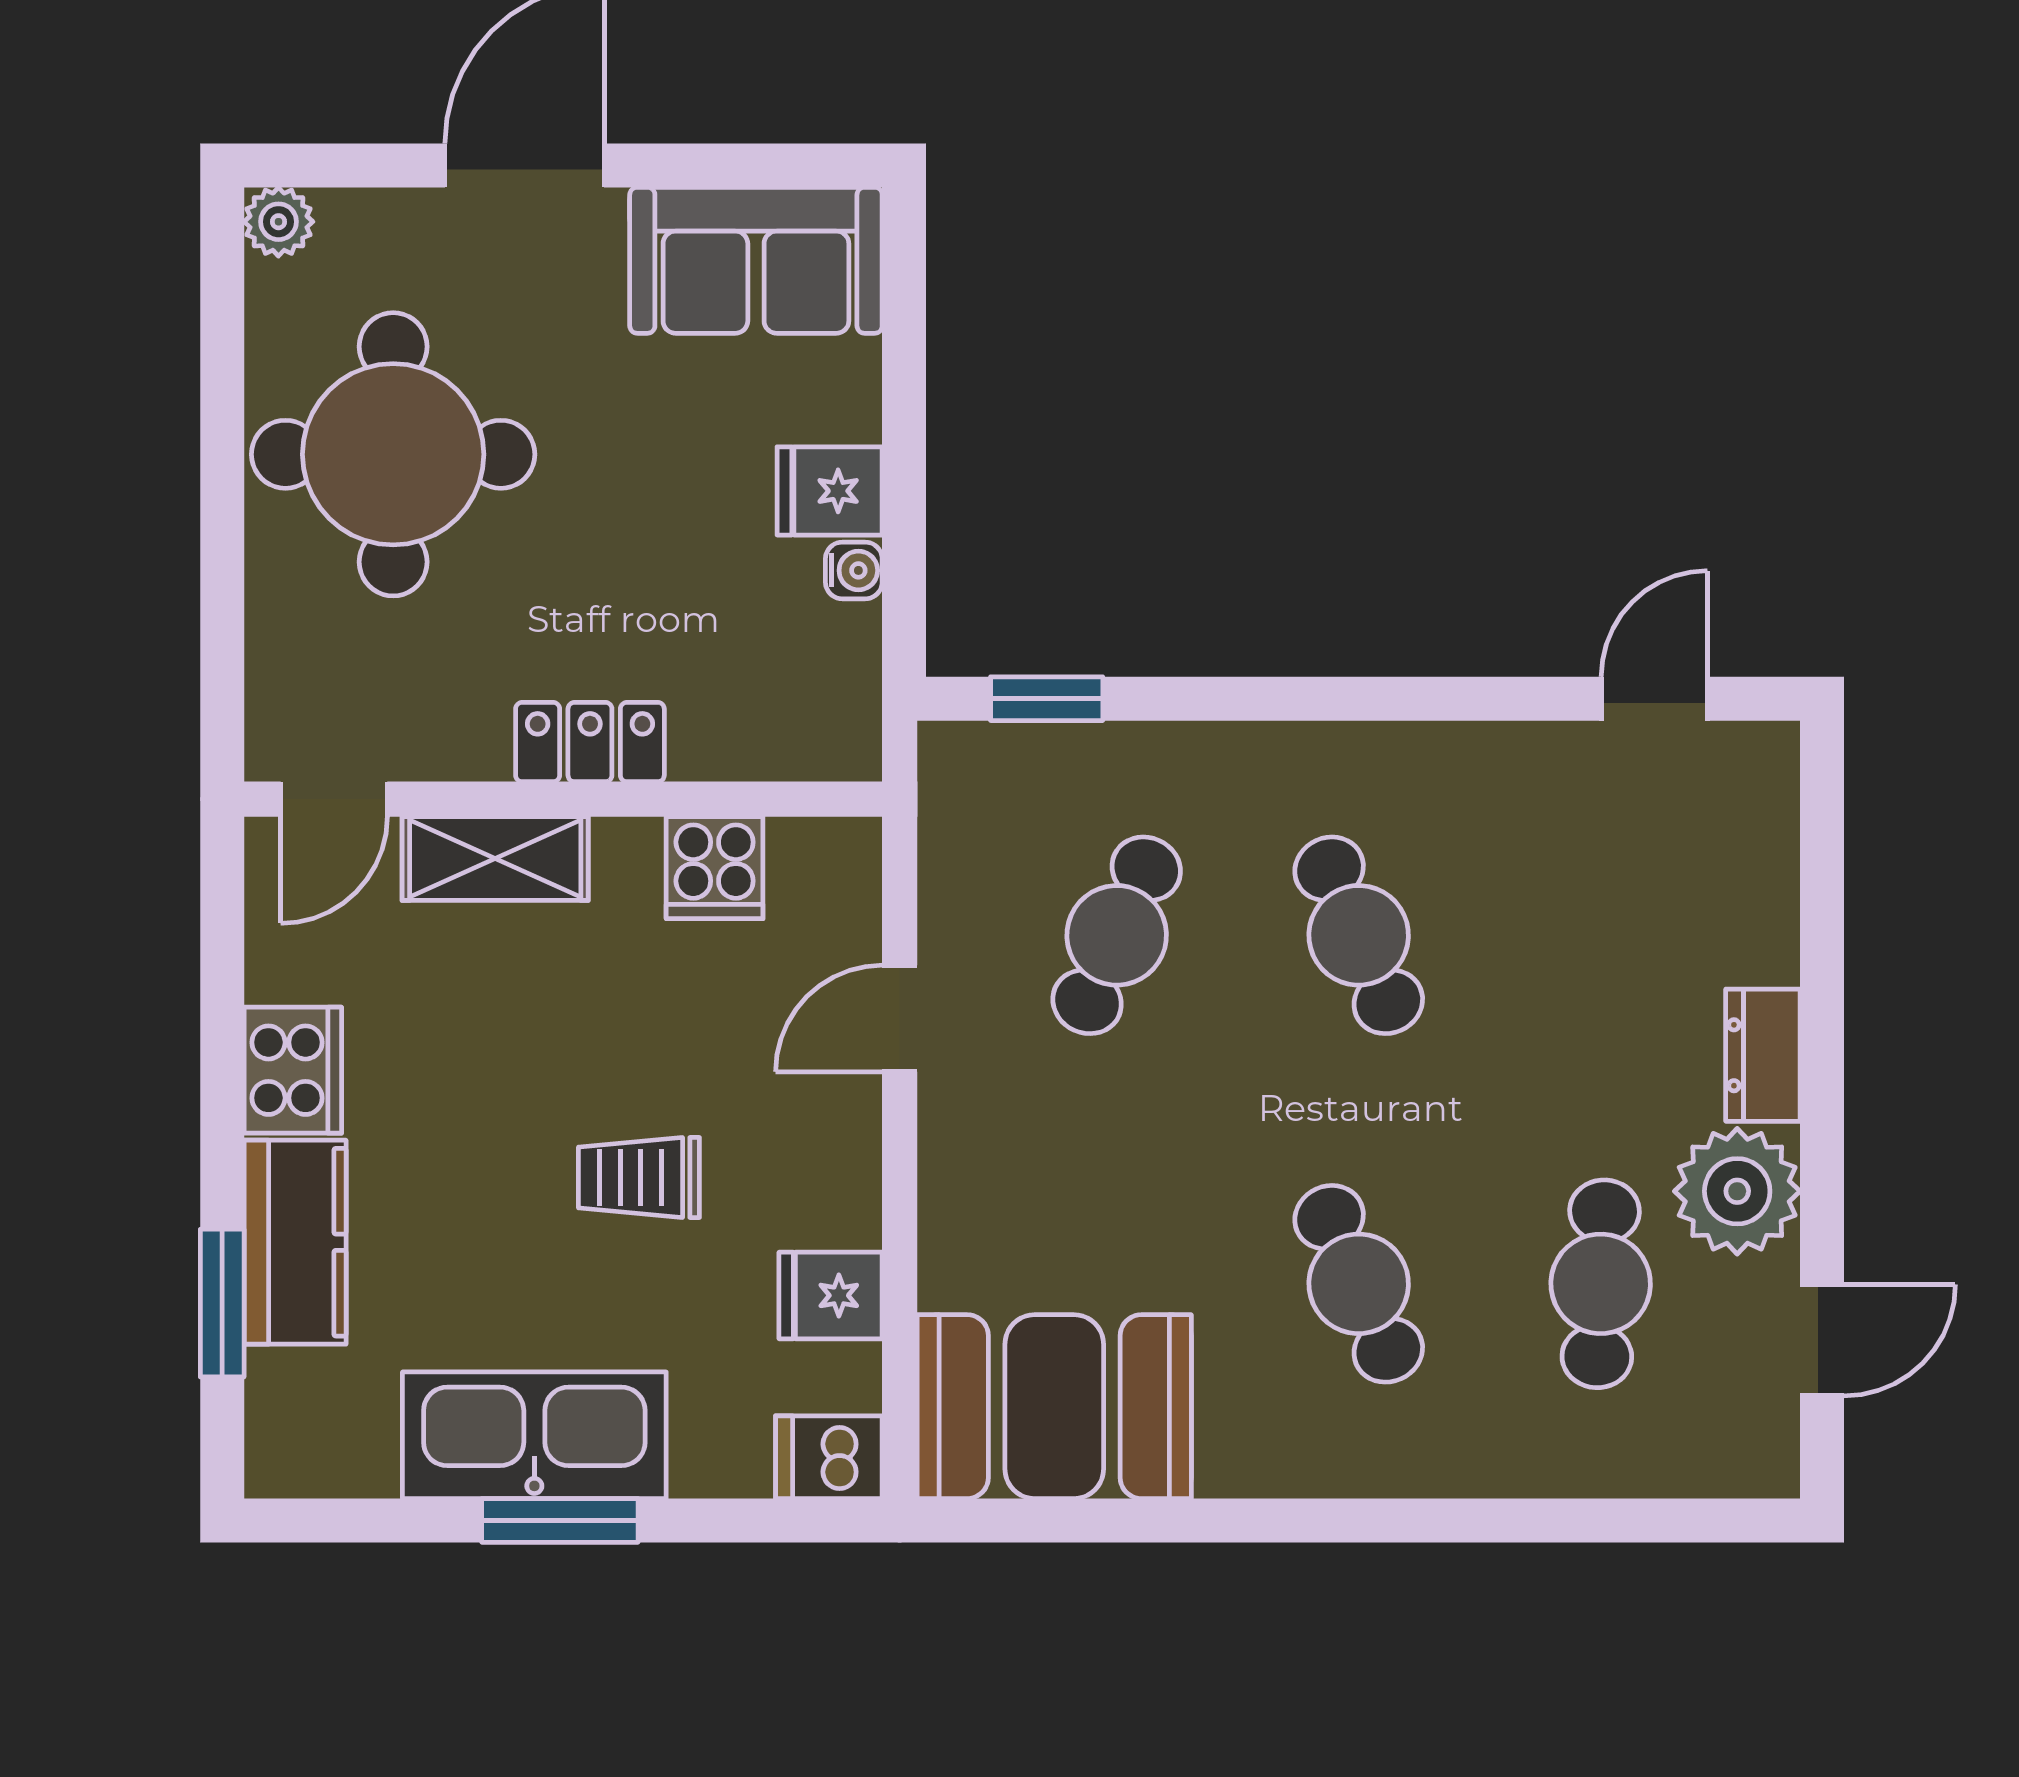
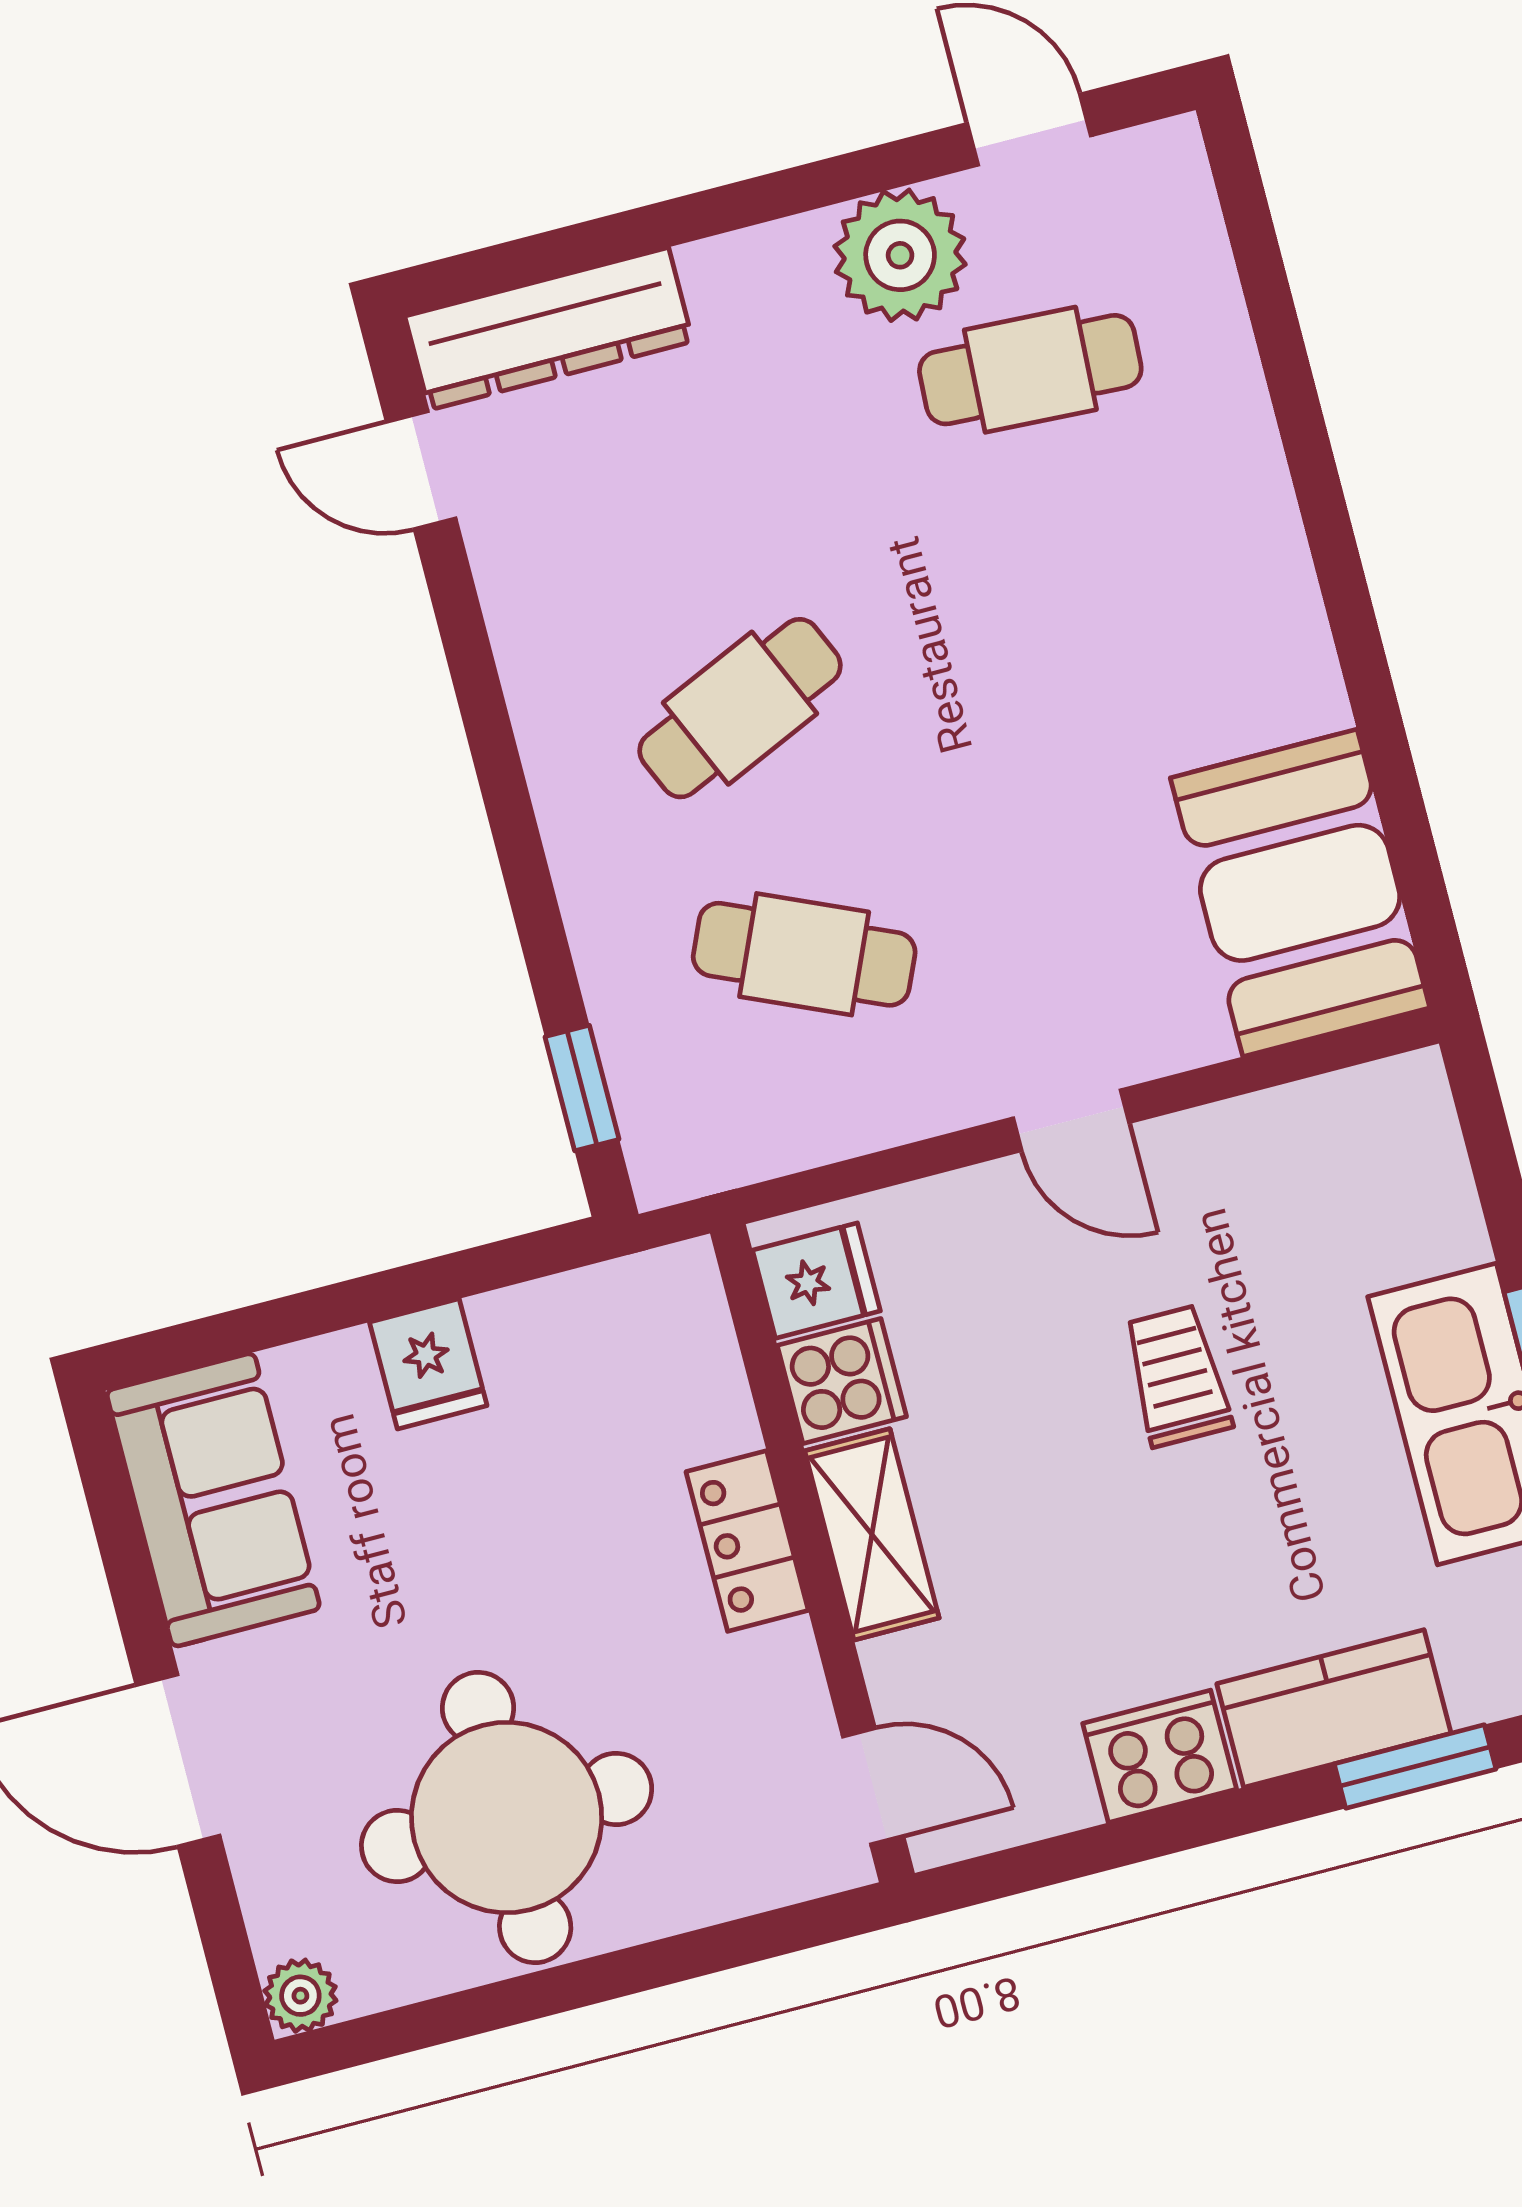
water cooler: (854, 570) -> (503, 1318), removed
shelving: (495, 859) -> (872, 1534), moved
door: (900, 1018) -> (1071, 1120), moved
dresser: (1763, 1055) -> (549, 329), moved, width x1.96, depth x1.24
trolley: (639, 1178) -> (1177, 1376), turned 180
cafe table: (1359, 1284) -> (1094, 616), removed
fridge: (831, 1295) -> (816, 1281), moved, turned -90
dishwasher: (829, 1457) -> (1411, 1109), removed

